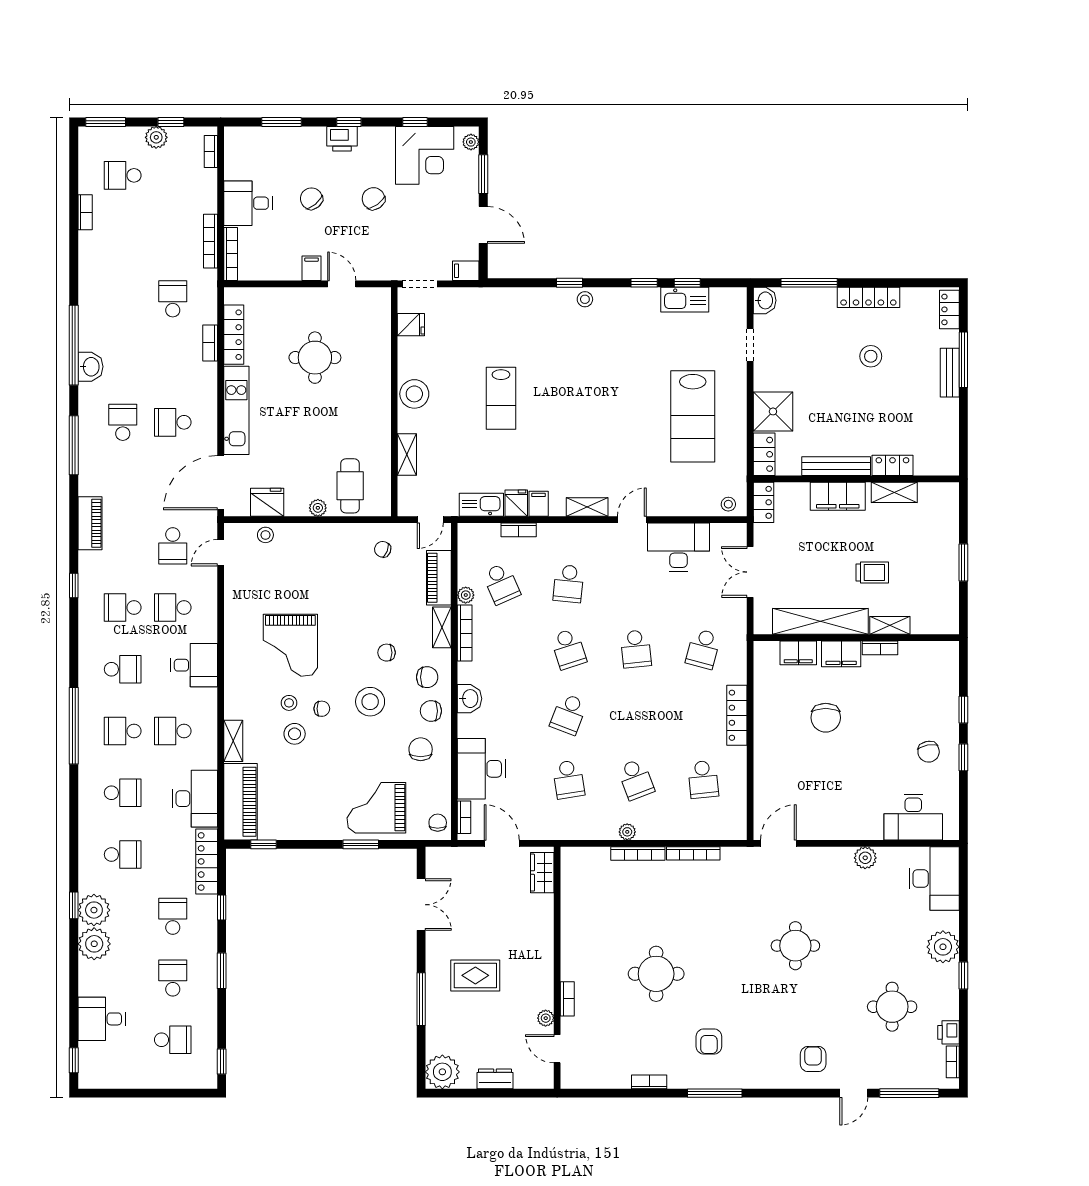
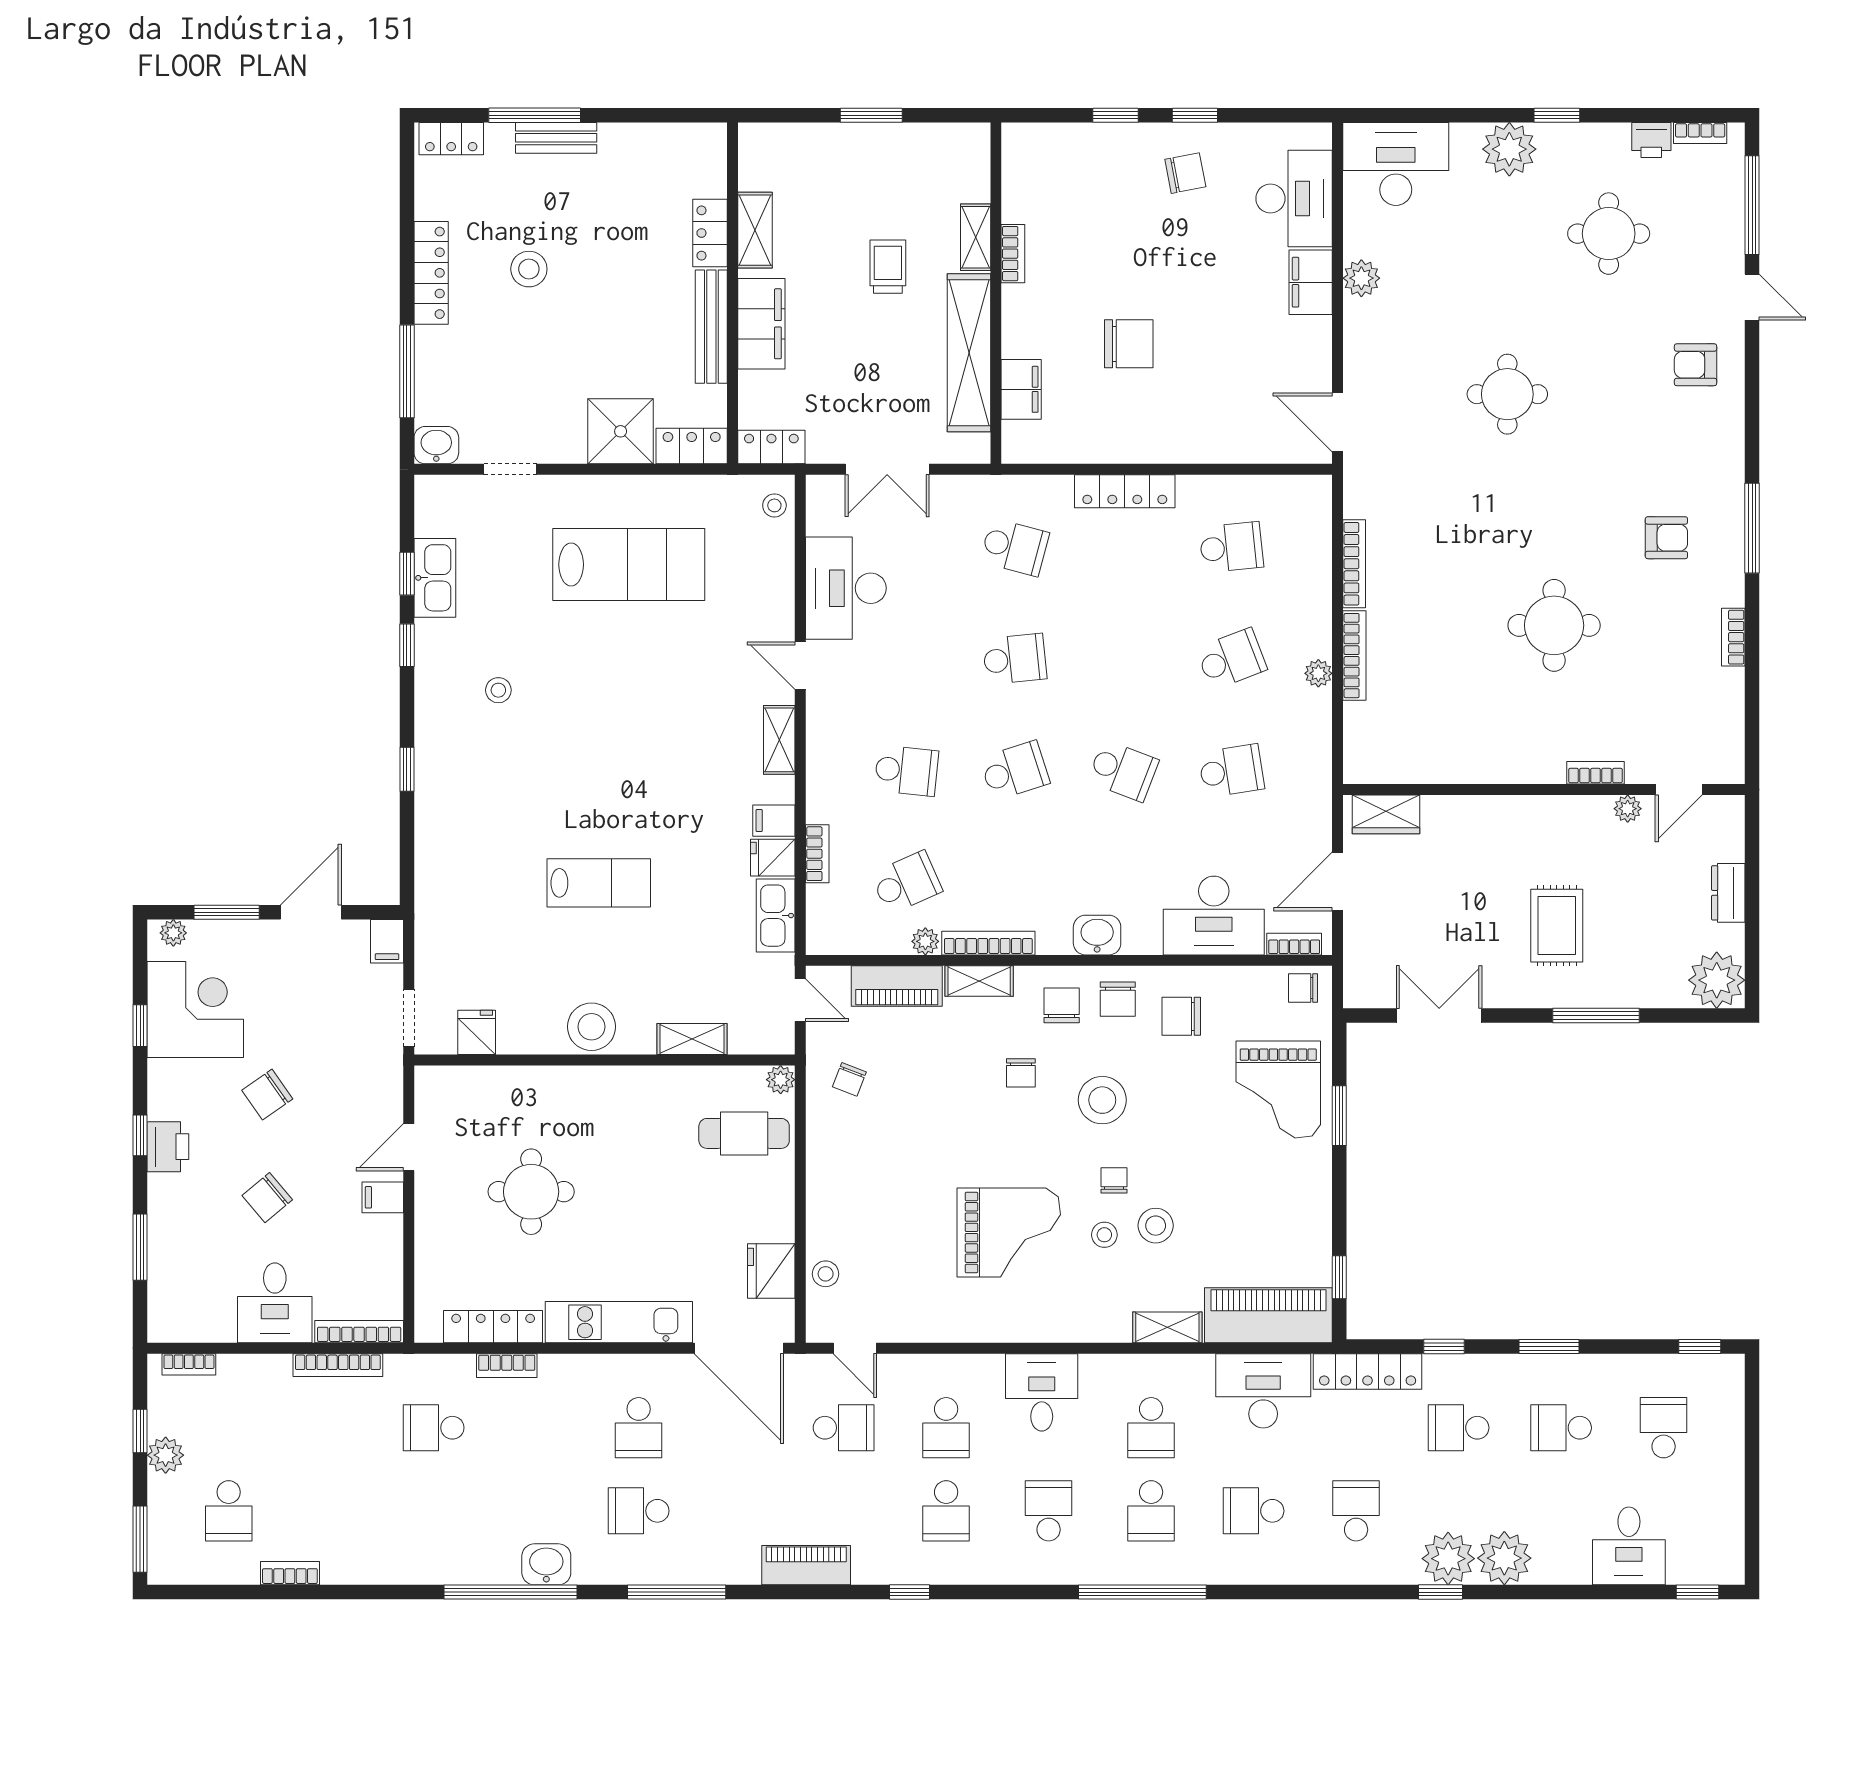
stool: (585, 299) -> (498, 690), moved
plant: (318, 508) -> (781, 1080), moved
filing cabinet: (841, 654) -> (1311, 282), moved, turned 180
school desk: (123, 793) -> (1254, 1511), turned -90

